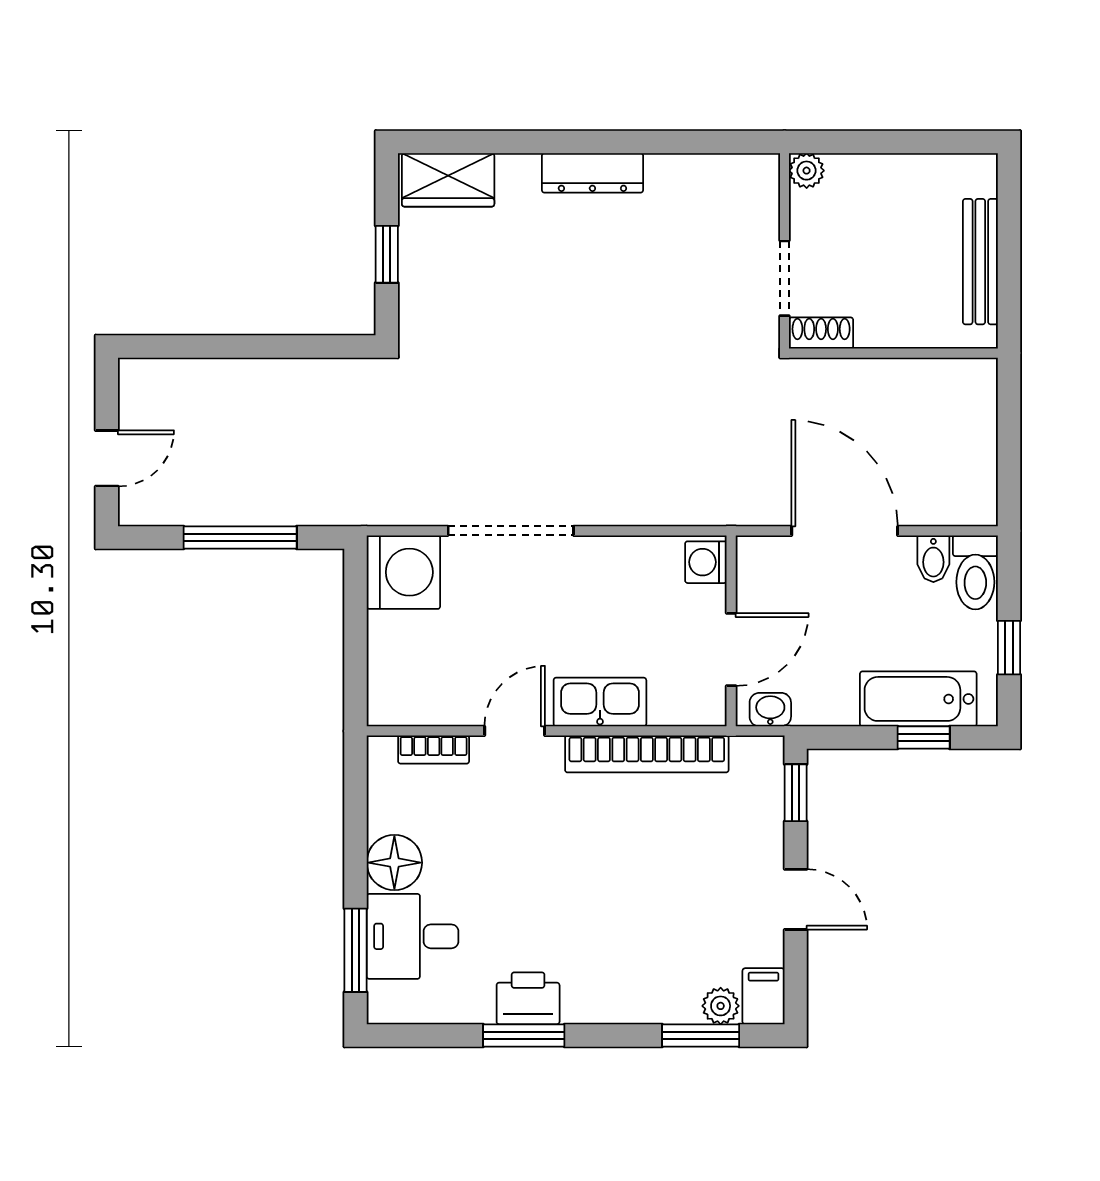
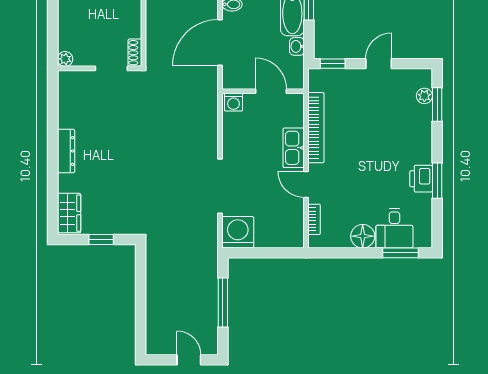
washbasin: (770, 710) -> (297, 46), moved
filing cabinet: (763, 996) -> (420, 77), removed

